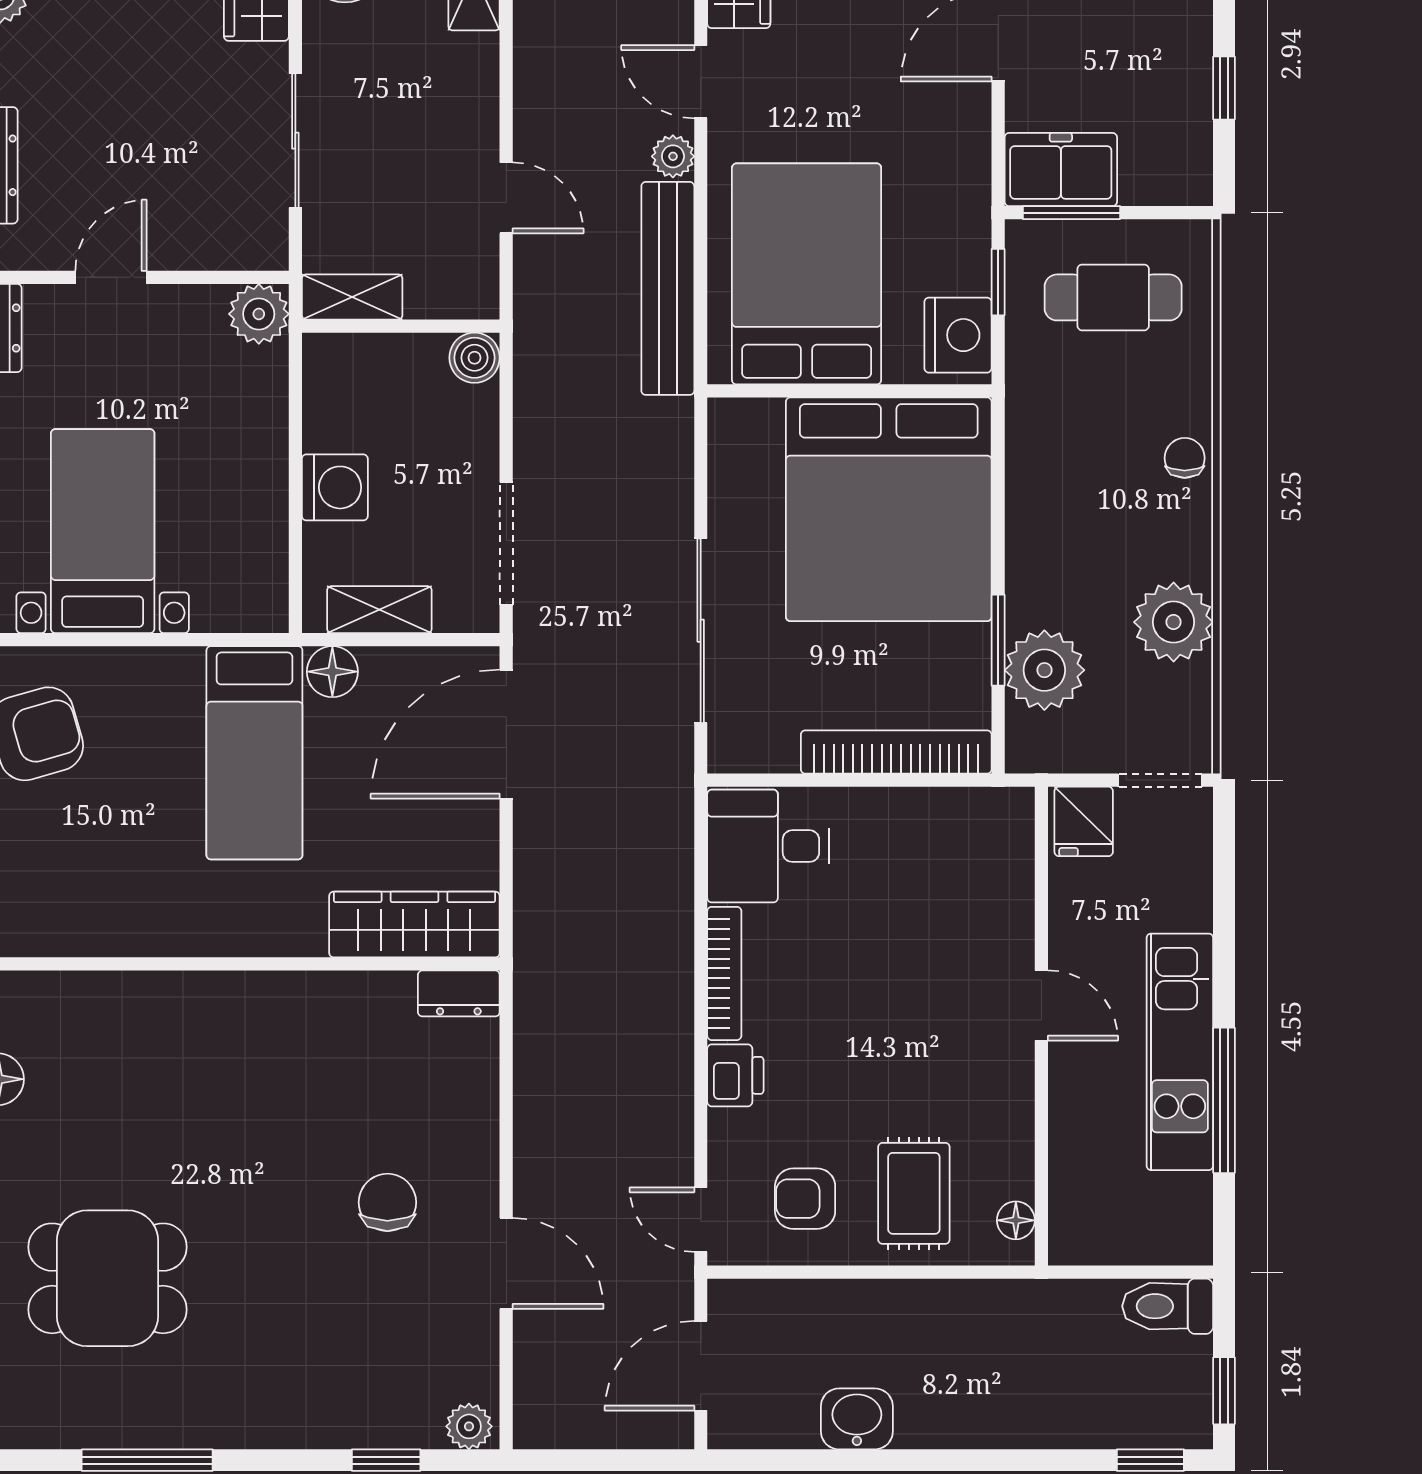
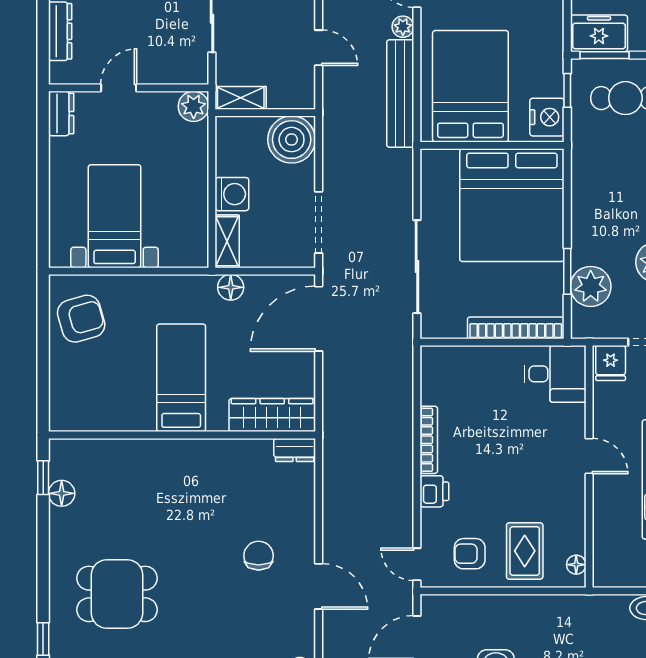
boiler: (474, 358) -> (292, 140), width x1.86, depth x1.86
shelving: (379, 610) -> (227, 241), moved, turned 90
bed: (254, 753) -> (181, 378), moved, turned 180
desk: (768, 846) -> (555, 374), moved, turned 180

